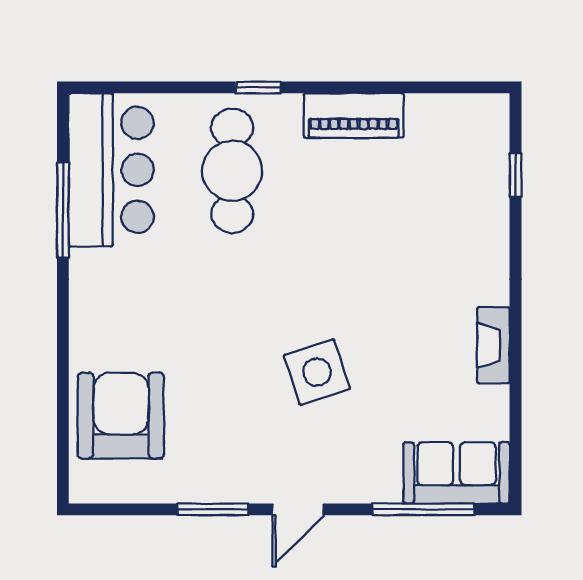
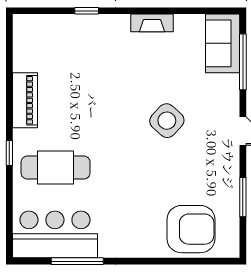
window: (515, 175) -> (87, 11), moved
side table: (317, 372) -> (167, 121), turned -30
armchair: (121, 416) -> (191, 229), turned 180
window: (213, 509) -> (243, 197), moved

